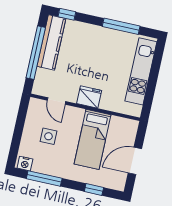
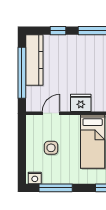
window: (67, 14) -> (58, 31), moved
door: (56, 101) -> (51, 113), swing flipped

